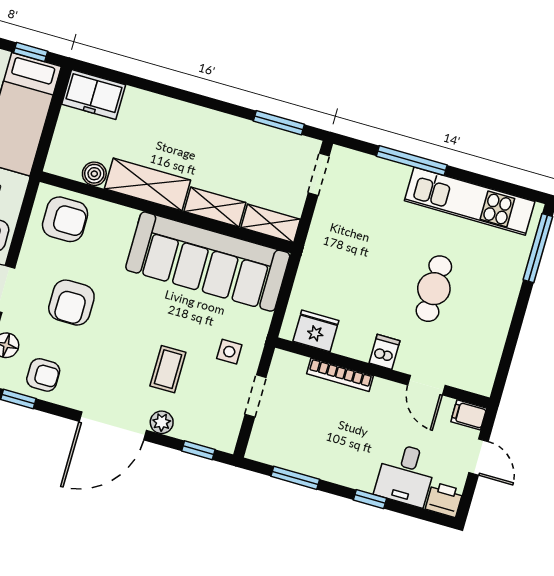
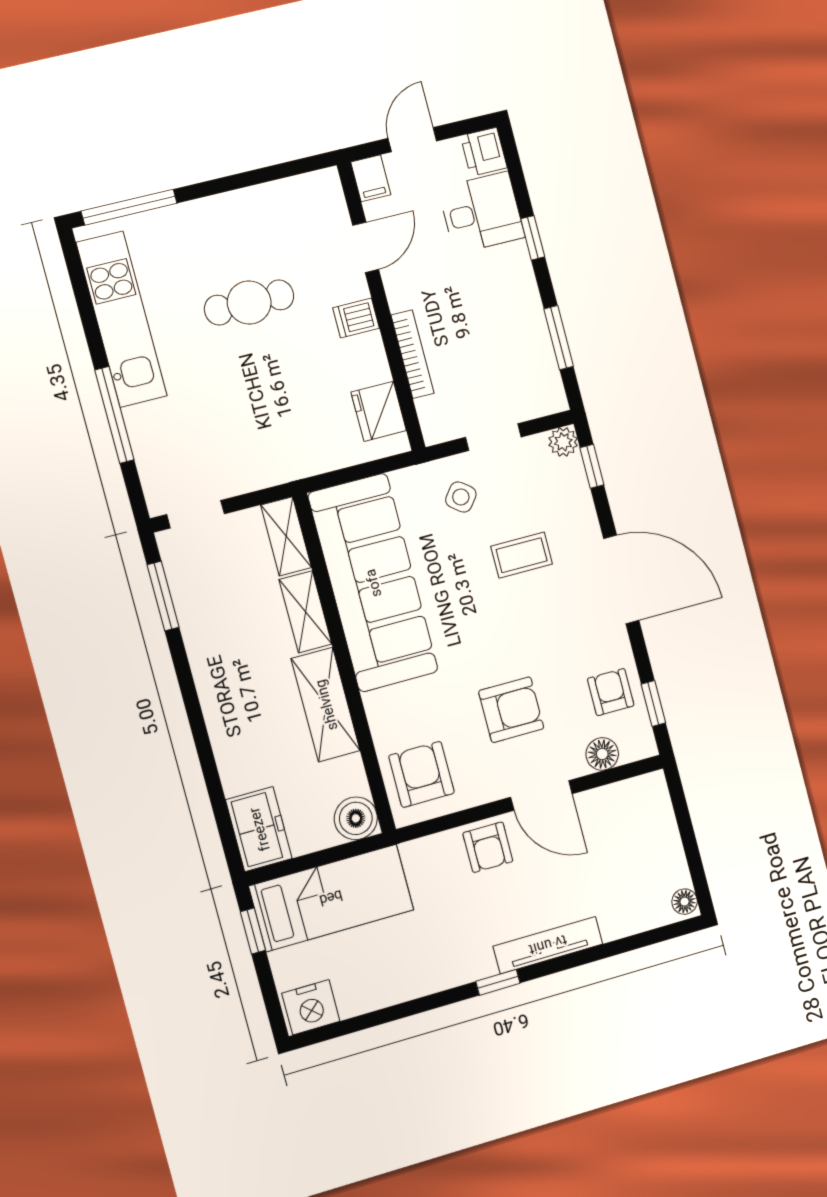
boiler: (94, 174) -> (356, 818), moved, width x1.36, depth x1.36
side table: (229, 352) -> (461, 497), turned 38
plant: (162, 422) -> (563, 442), moved

